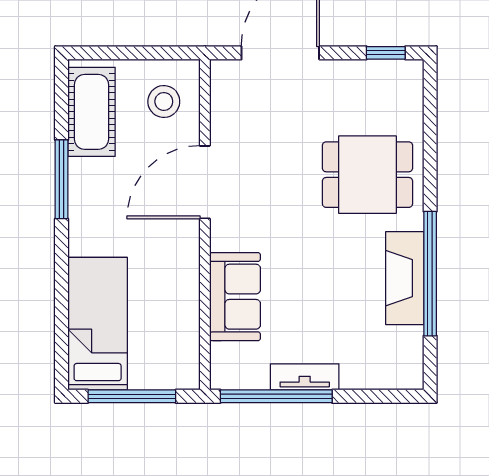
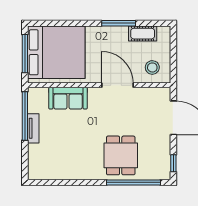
cot: (91, 112) -> (143, 34), width x0.73, depth x0.75
window: (430, 274) -> (134, 182), moved
fireplace: (405, 278) -> (76, 172), removed
bed: (98, 324) -> (56, 52), width x2.04

